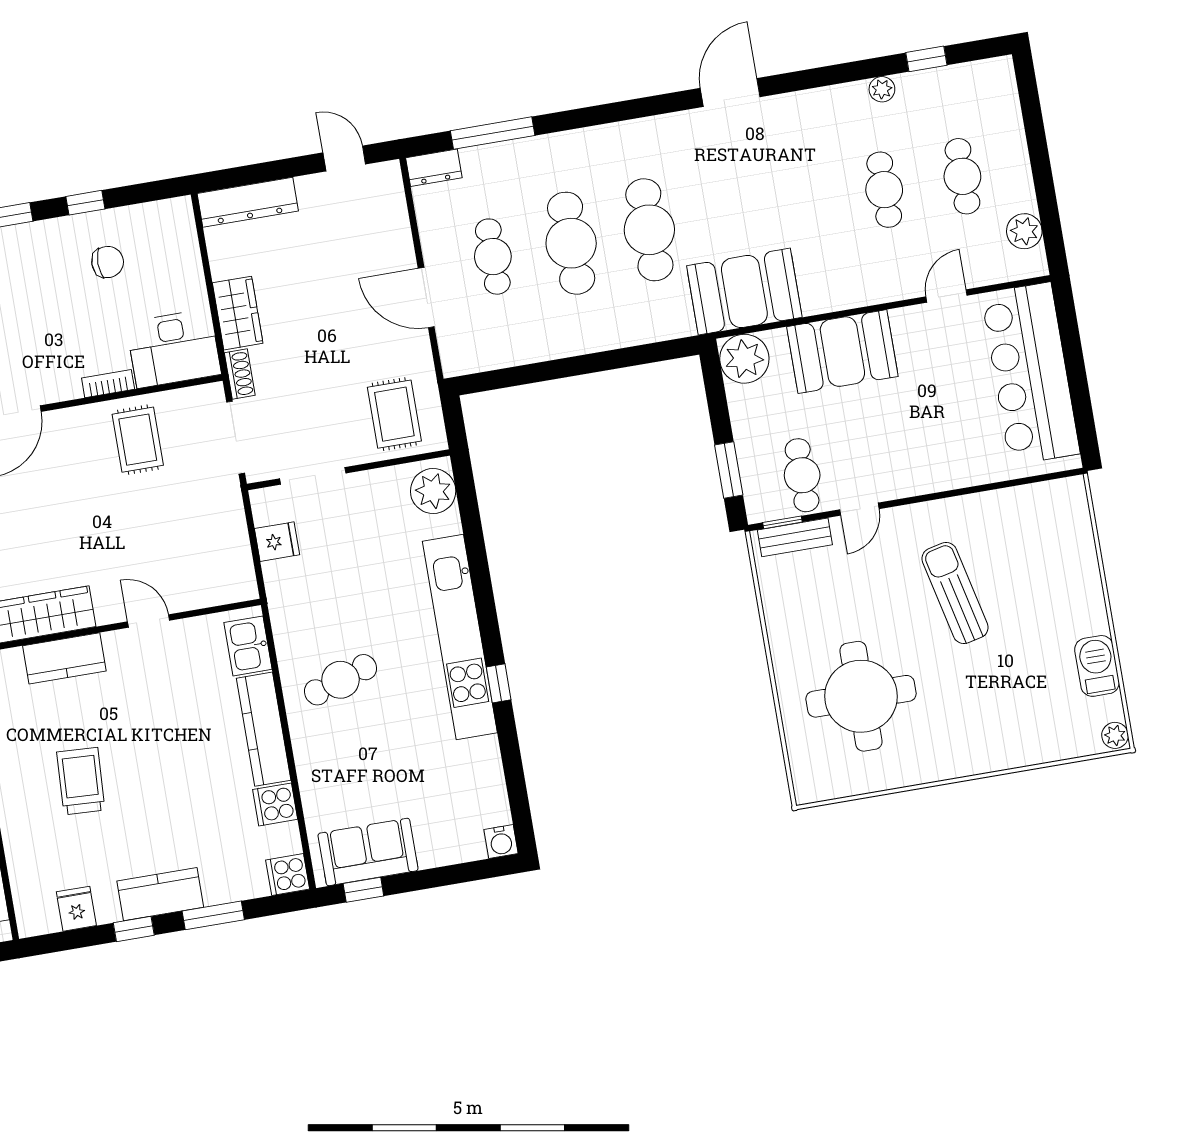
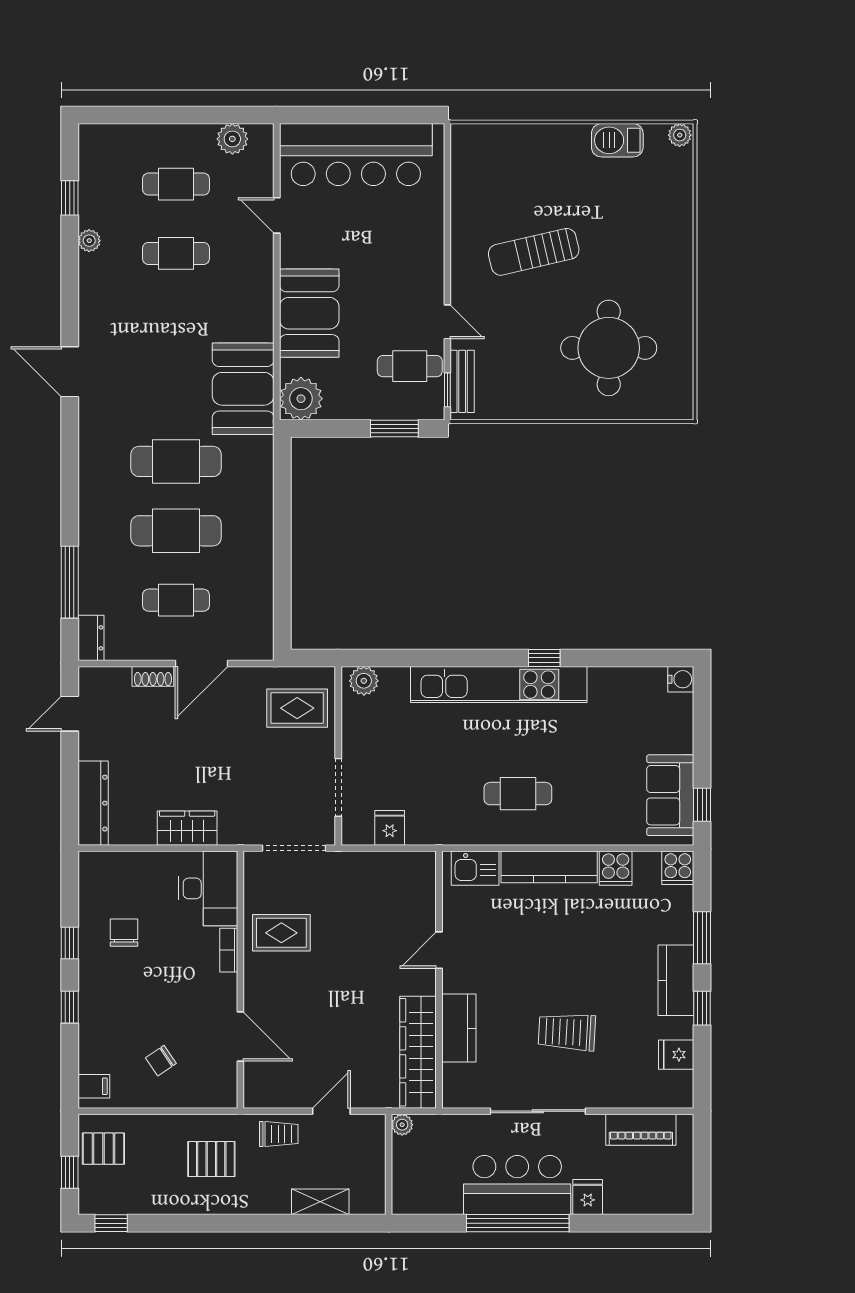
shoe rack: (240, 374) -> (153, 676), moved, turned 180
plant: (433, 491) -> (364, 681), width x0.73, depth x0.73
cafe table: (340, 680) -> (518, 794), turned -72

